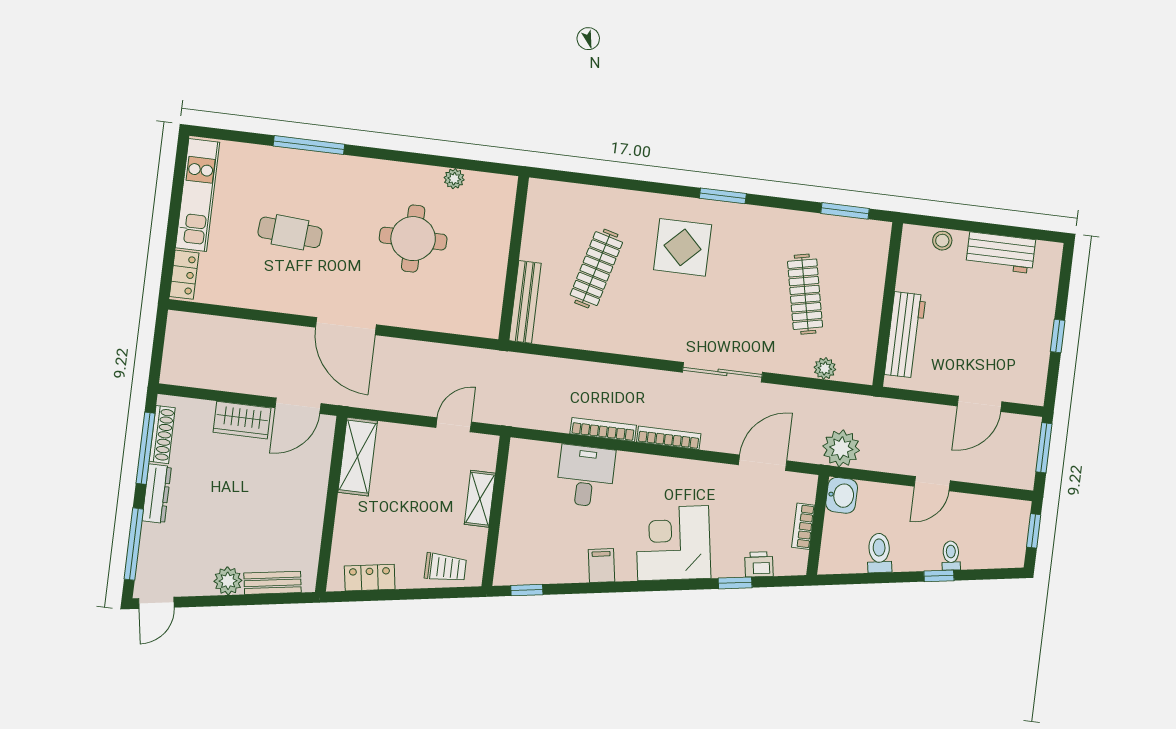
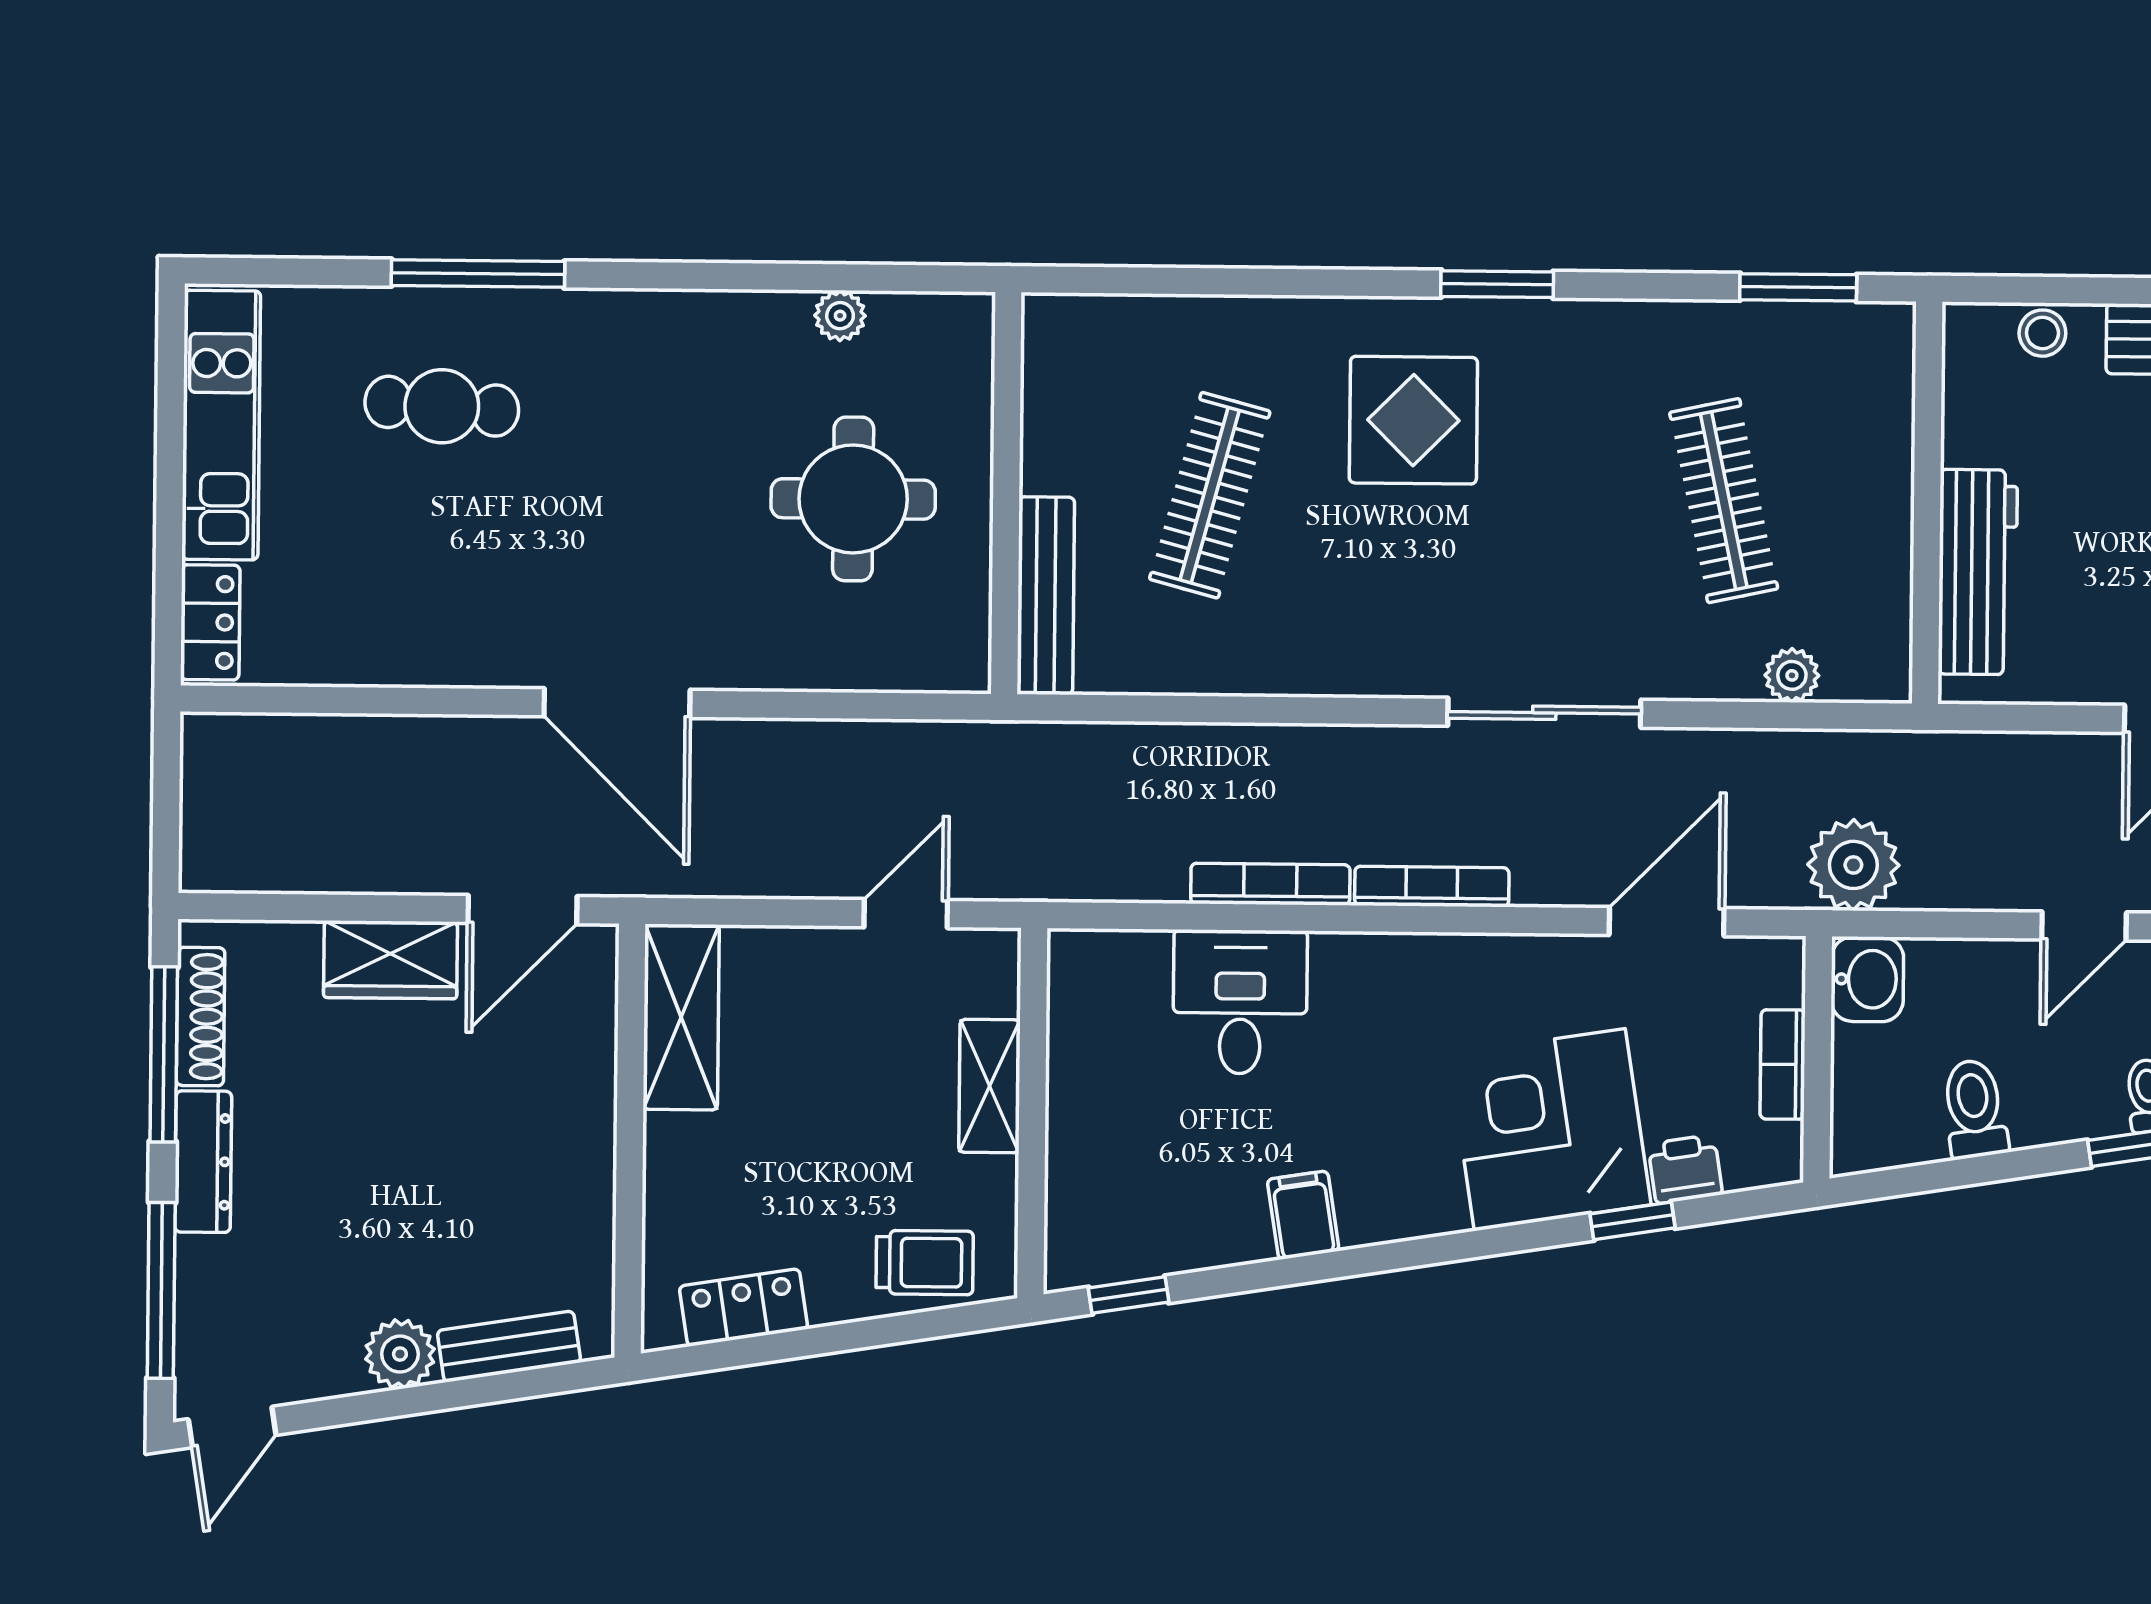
cafe table: (290, 232) -> (442, 406), moved
round table: (413, 239) -> (853, 499), moved
corner desk: (673, 543) -> (1550, 1130), moved

